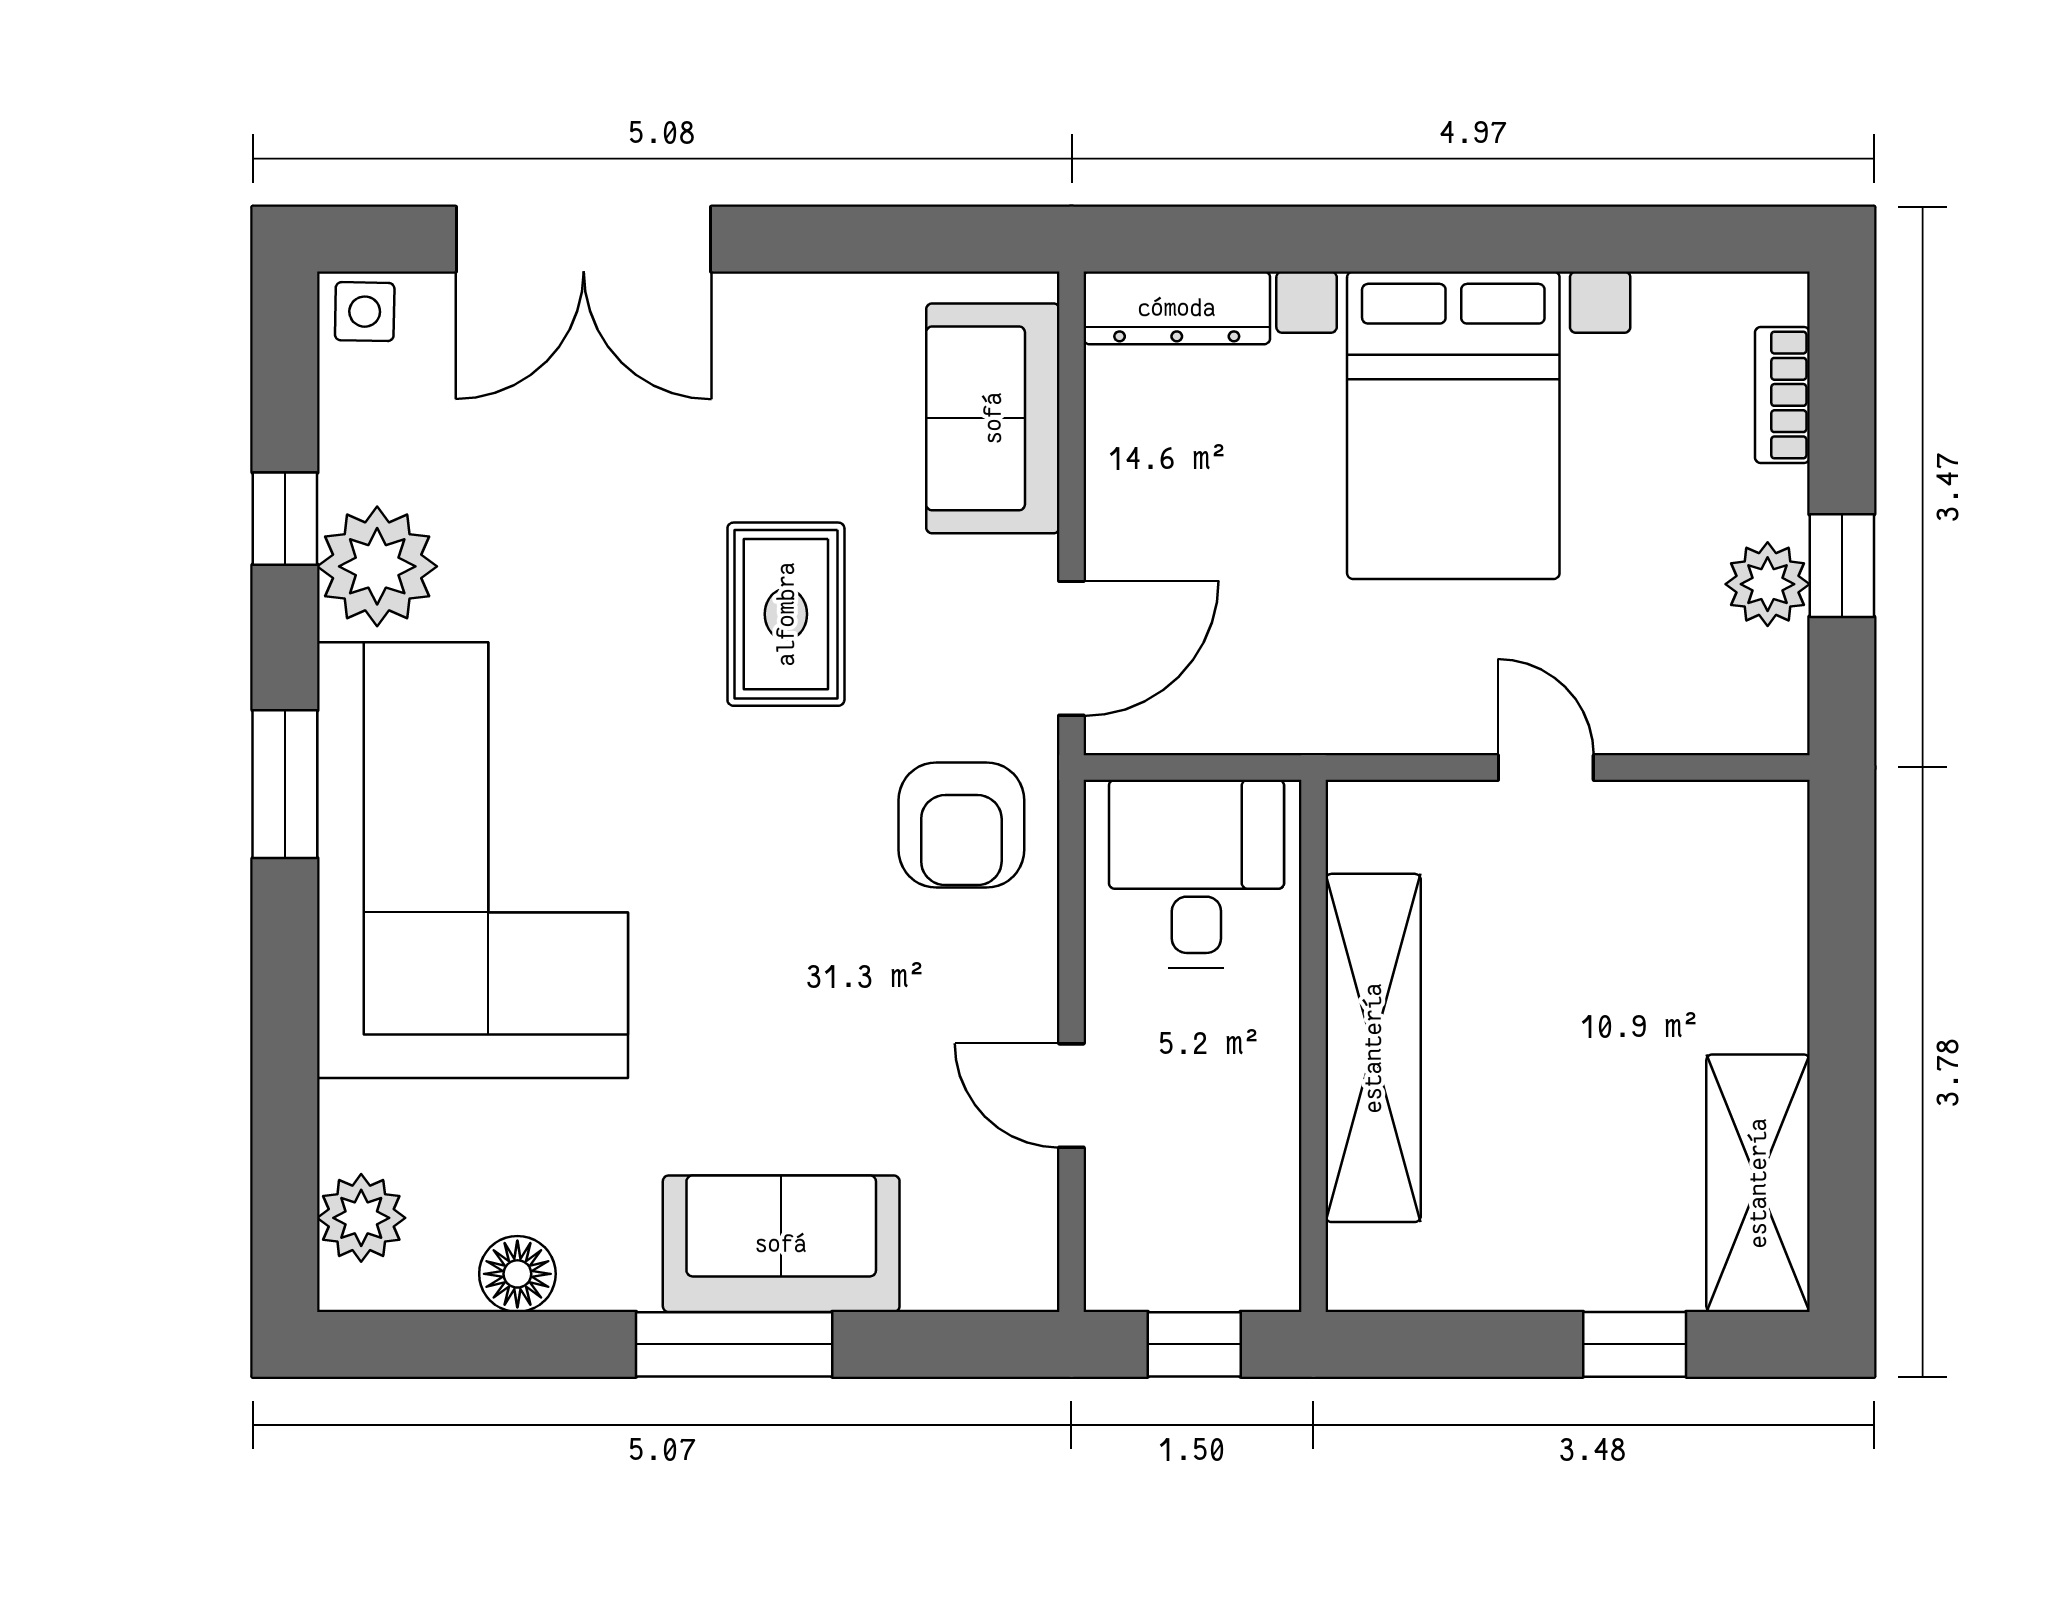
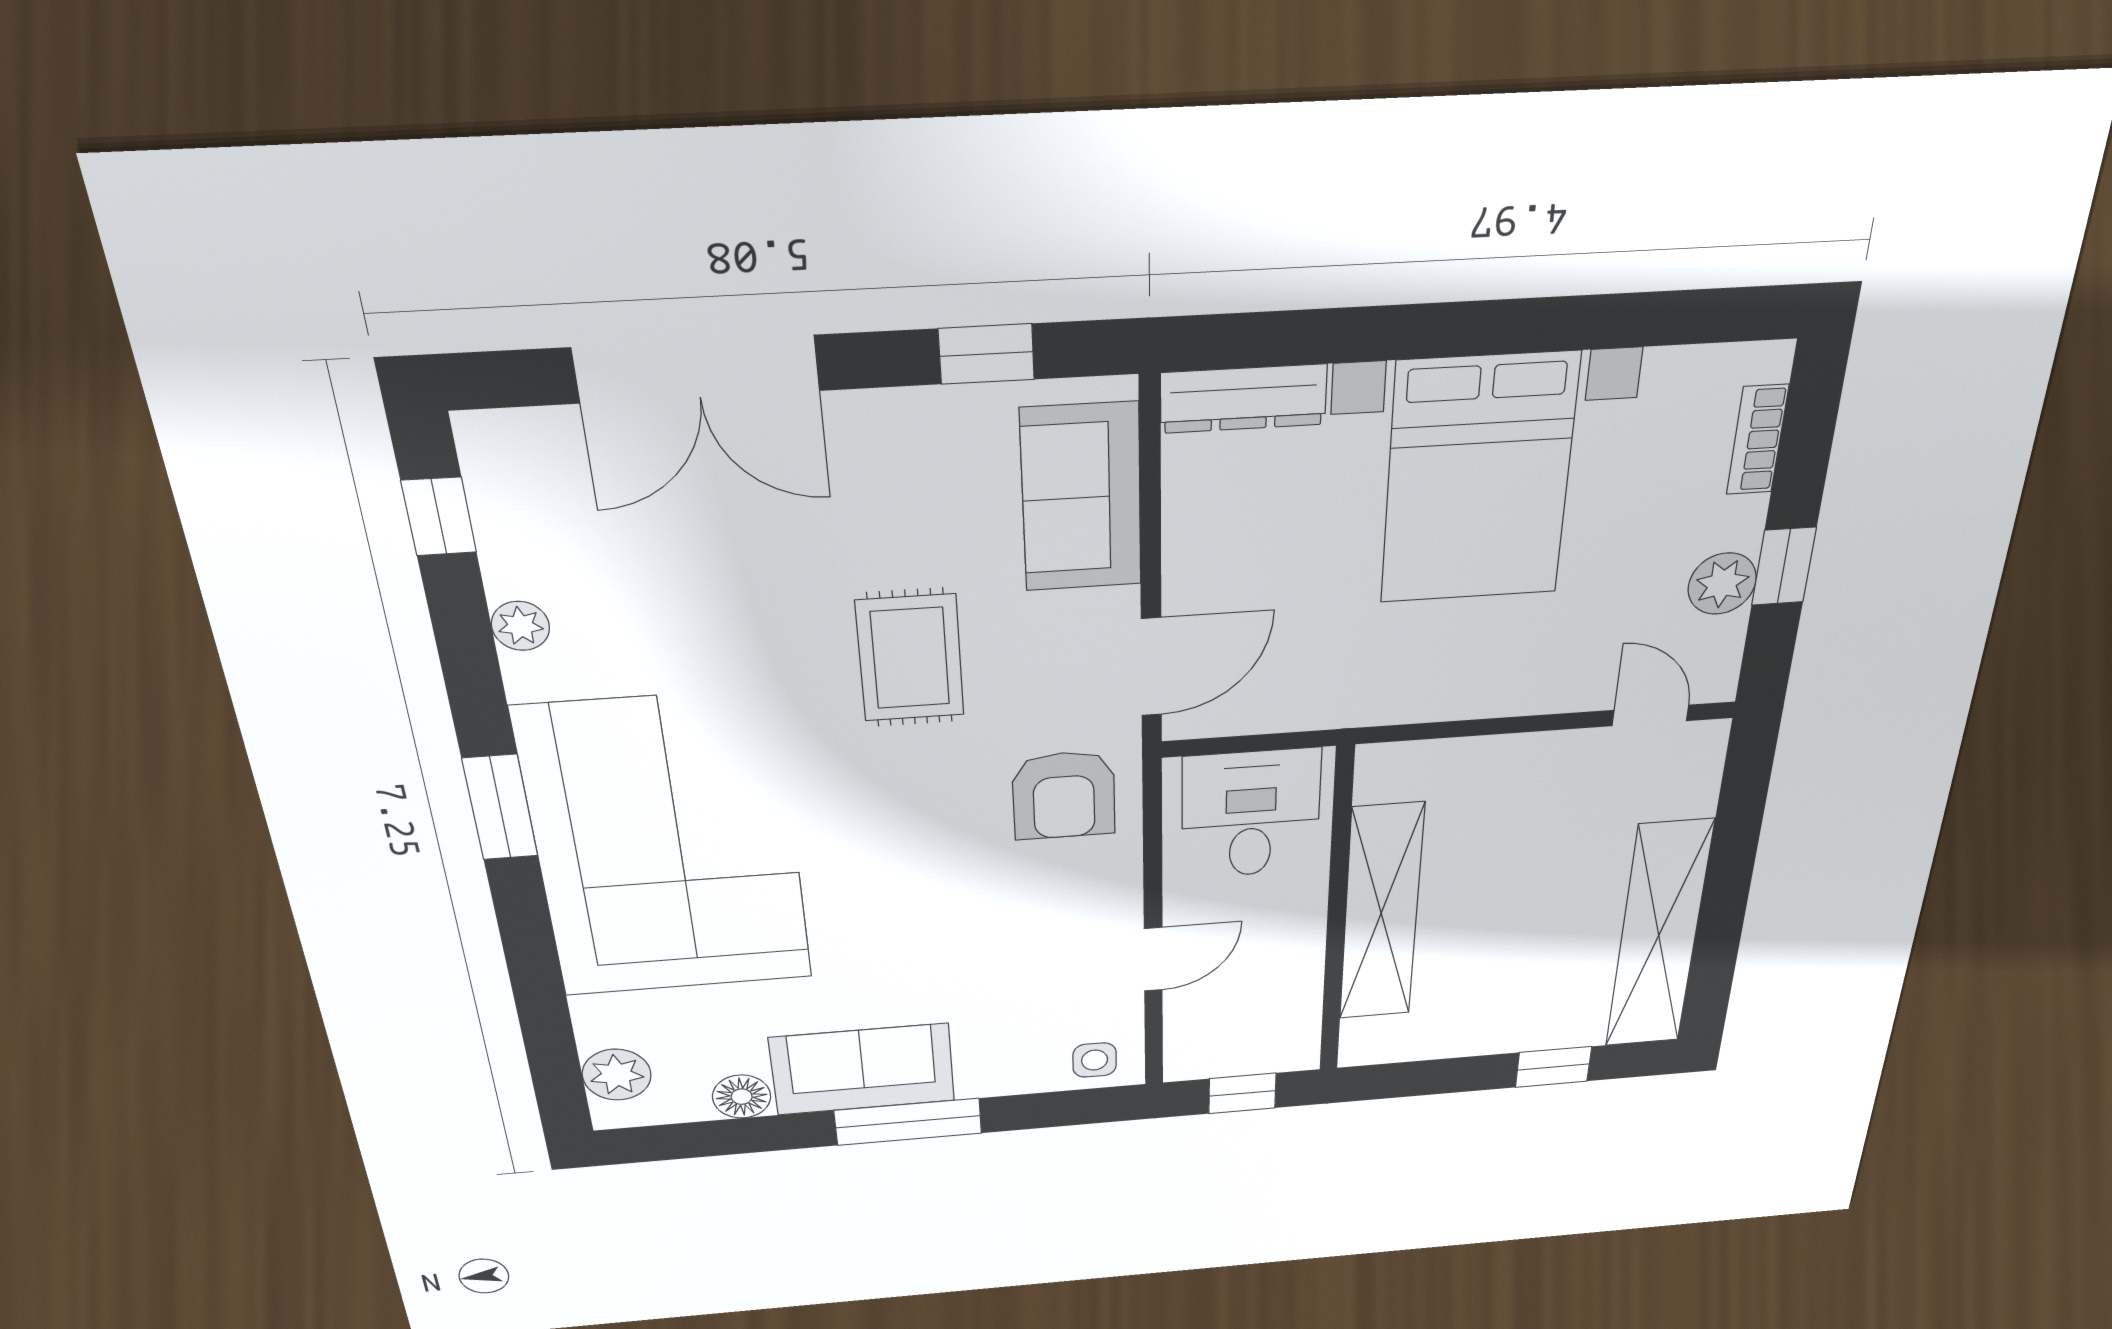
window: (894, 239) -> (986, 354), added
side table: (365, 312) -> (1095, 1060), moved
window: (285, 519) -> (439, 517), moved
plant: (377, 566) -> (520, 626), width x0.53, depth x0.53
door: (1546, 768) -> (1650, 715), moved
door: (1071, 1096) -> (1153, 959), swing flipped
shelving: (1758, 1183) -> (1659, 935), width x1.47
sofa: (781, 1244) -> (862, 1069), moved

